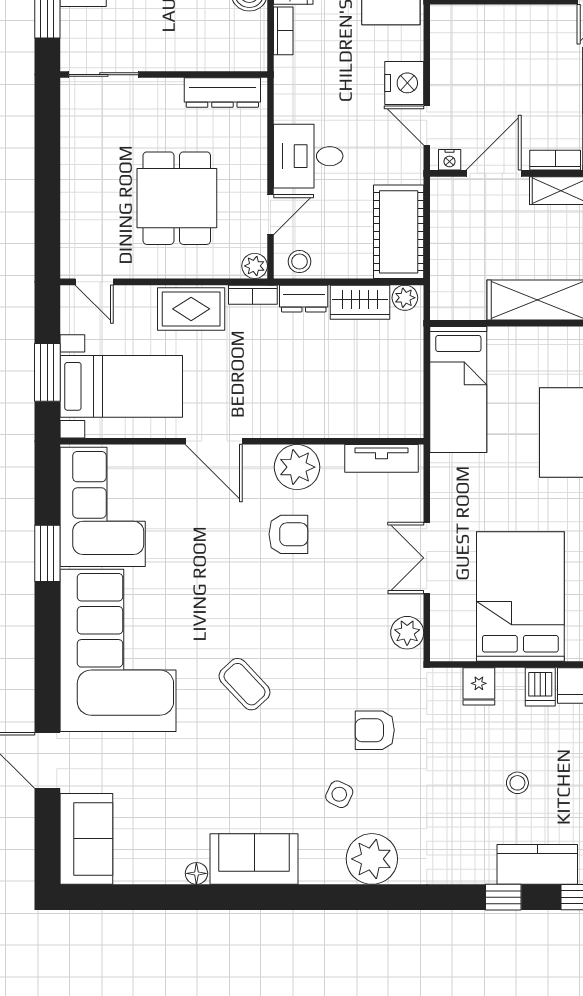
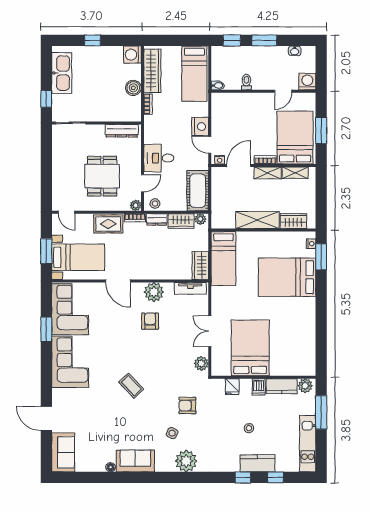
wardrobe: (405, 405) -> (200, 266), added
armchair: (288, 534) -> (150, 321), turned -90
corner sofa: (118, 650) -> (70, 362), width x0.73, depth x0.74

